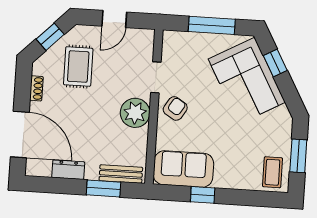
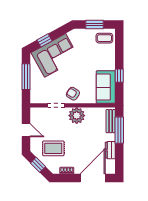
window: (103, 189) -> (119, 130), width x1.44

